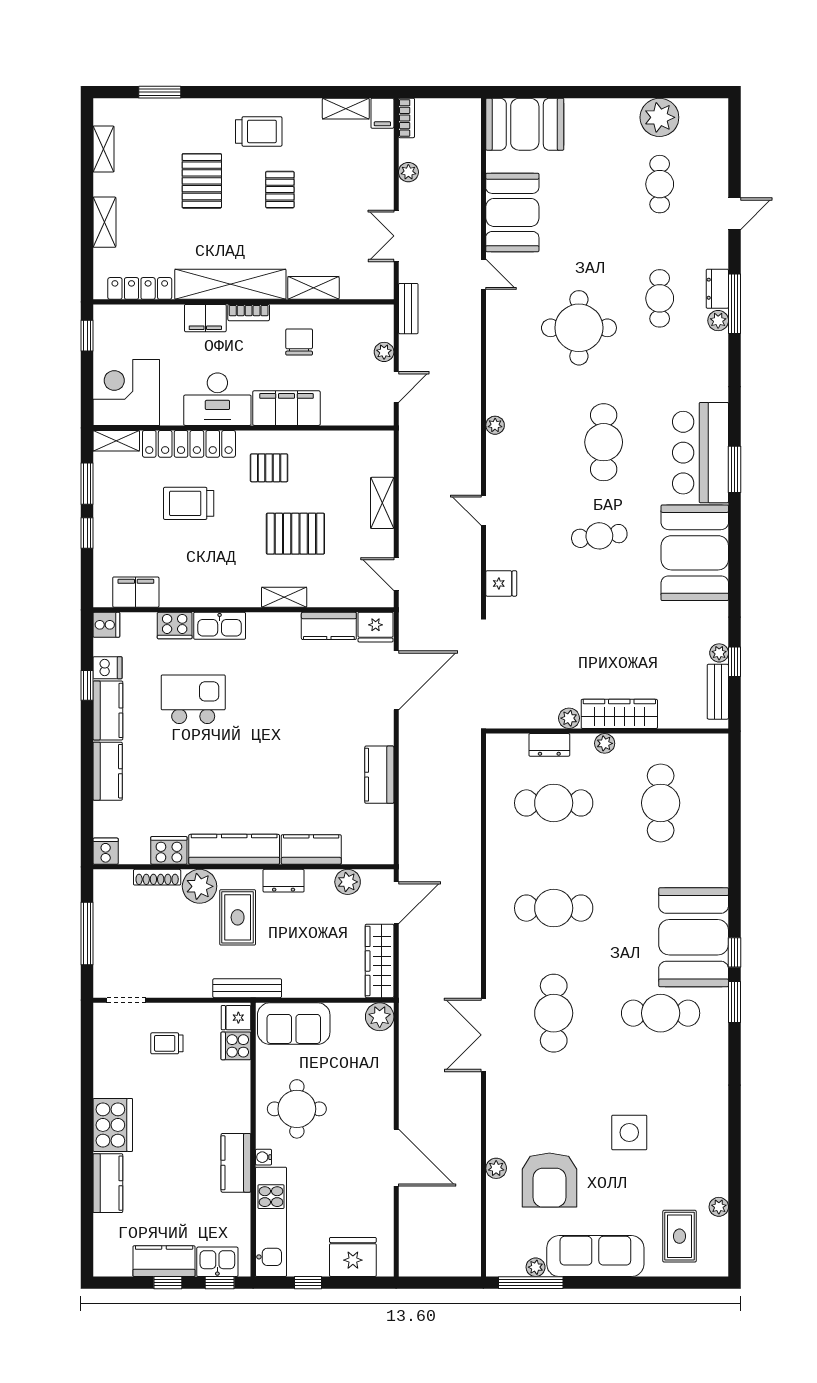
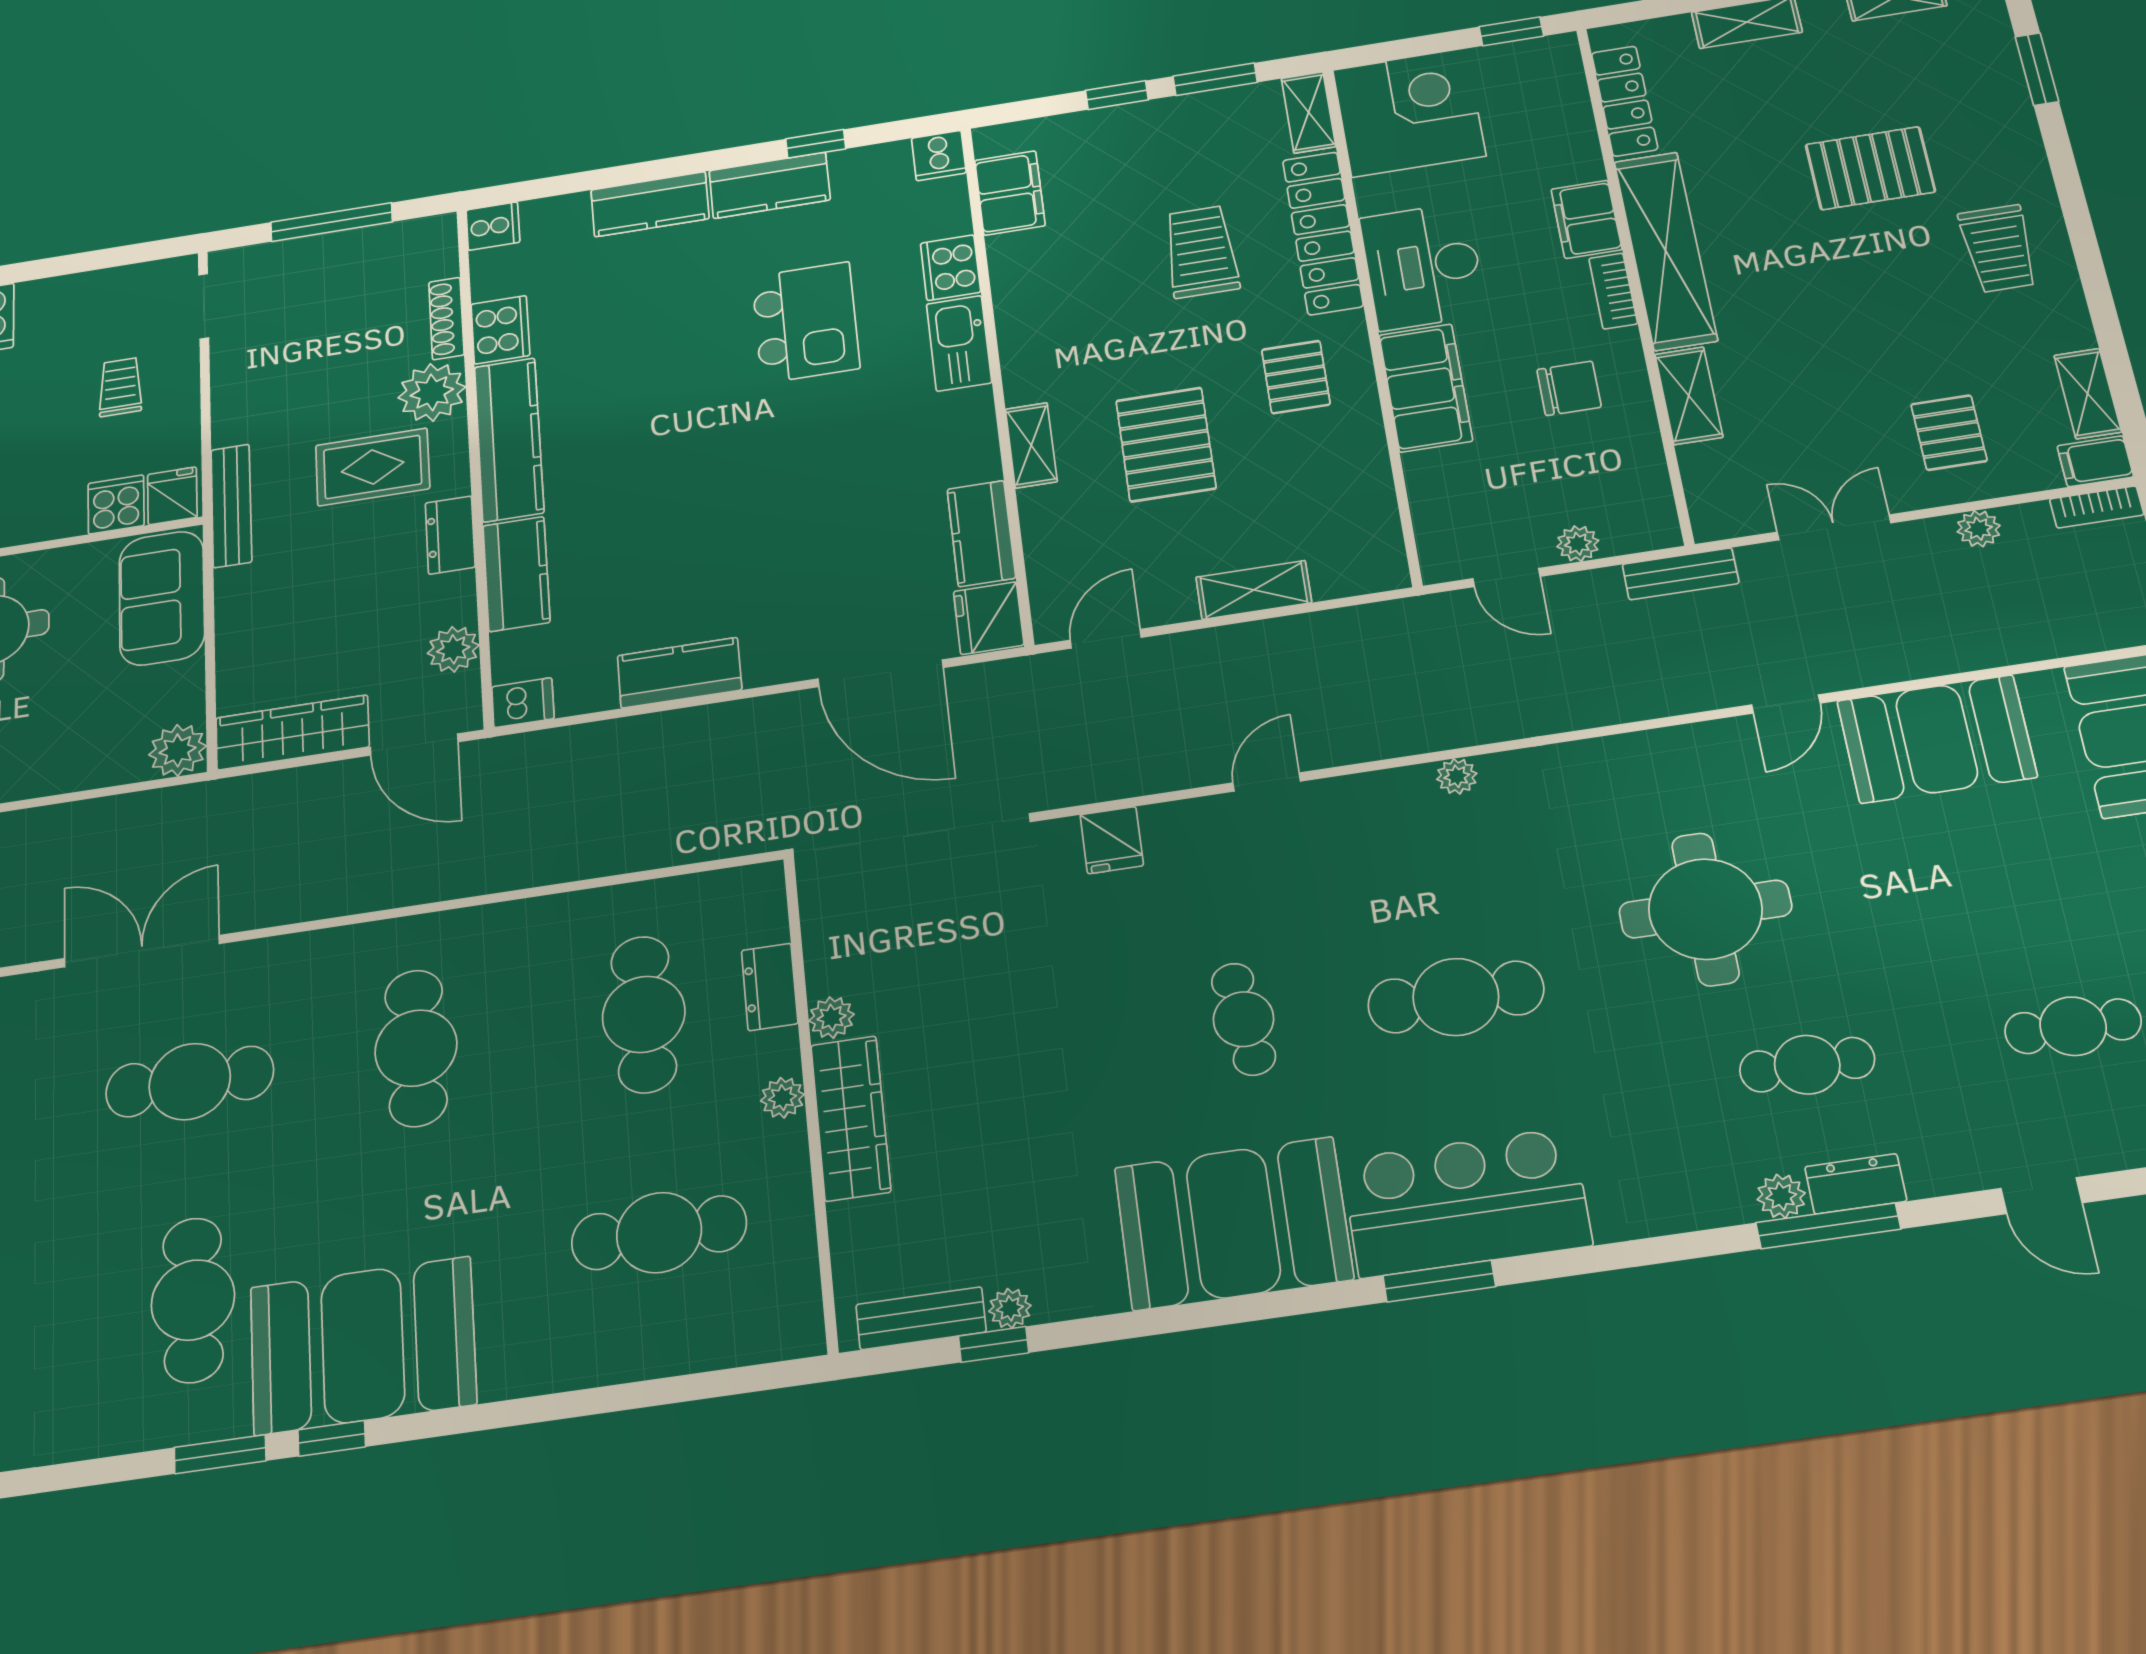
pallet: (280, 190) -> (1949, 433), moved, turned 90
dishwasher: (108, 668) -> (523, 703), moved, turned -90

